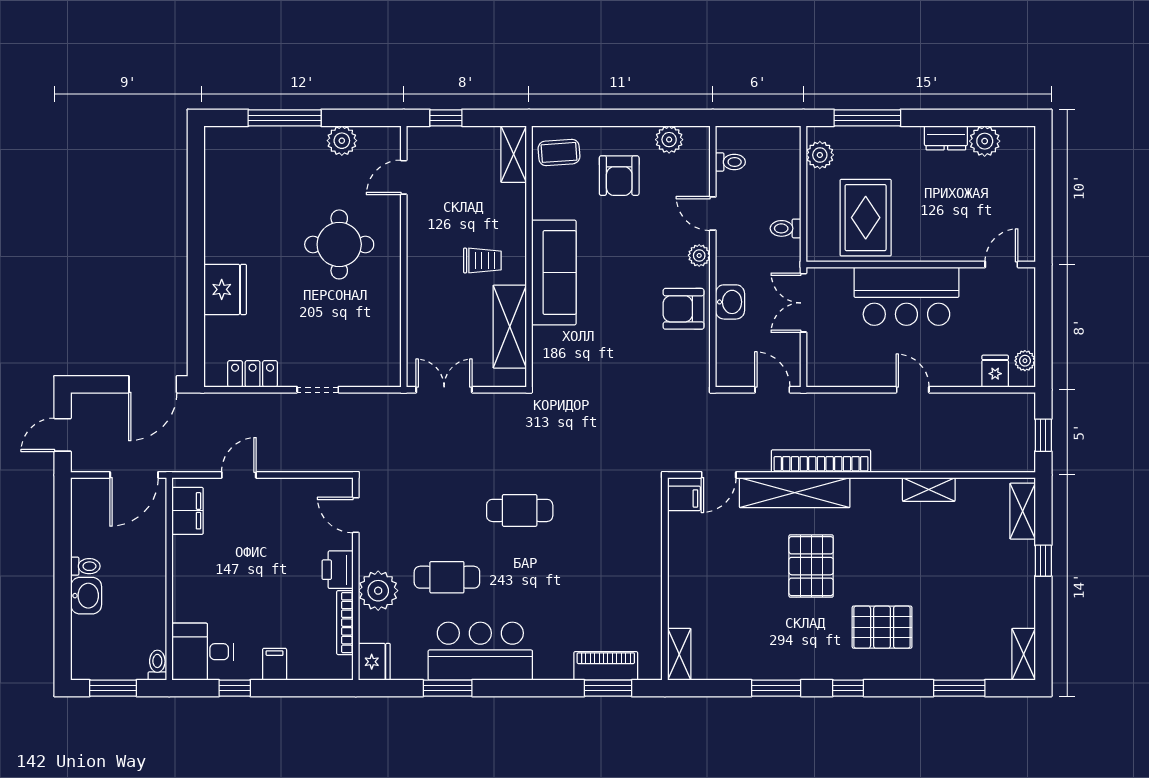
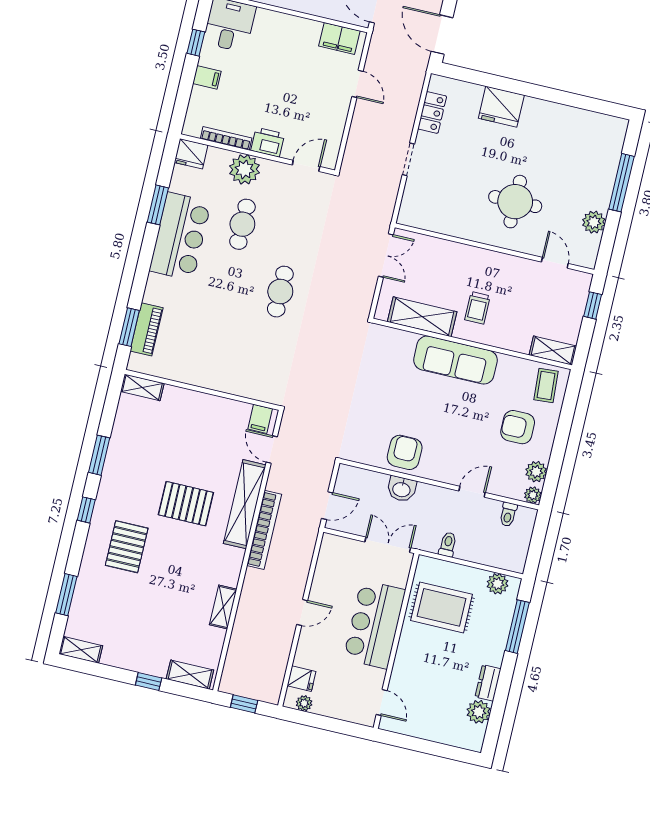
plant: (699, 255) -> (533, 495), moved

